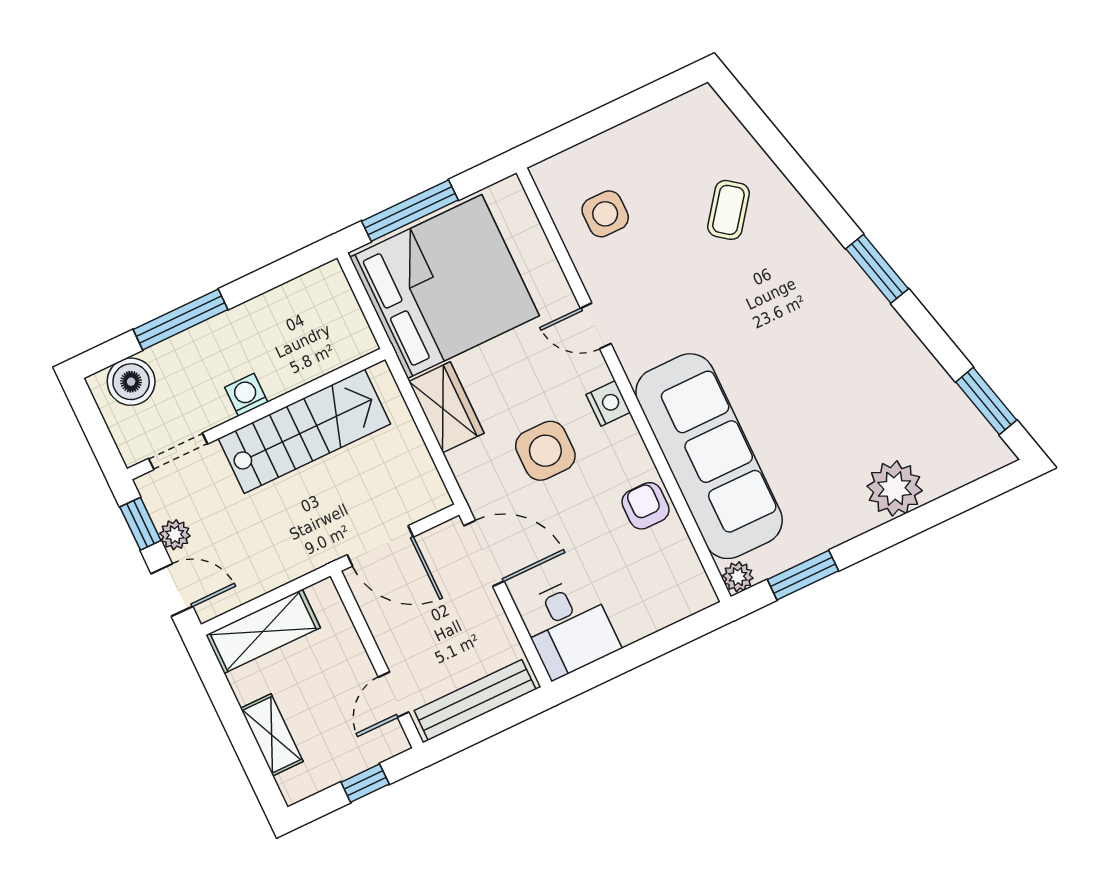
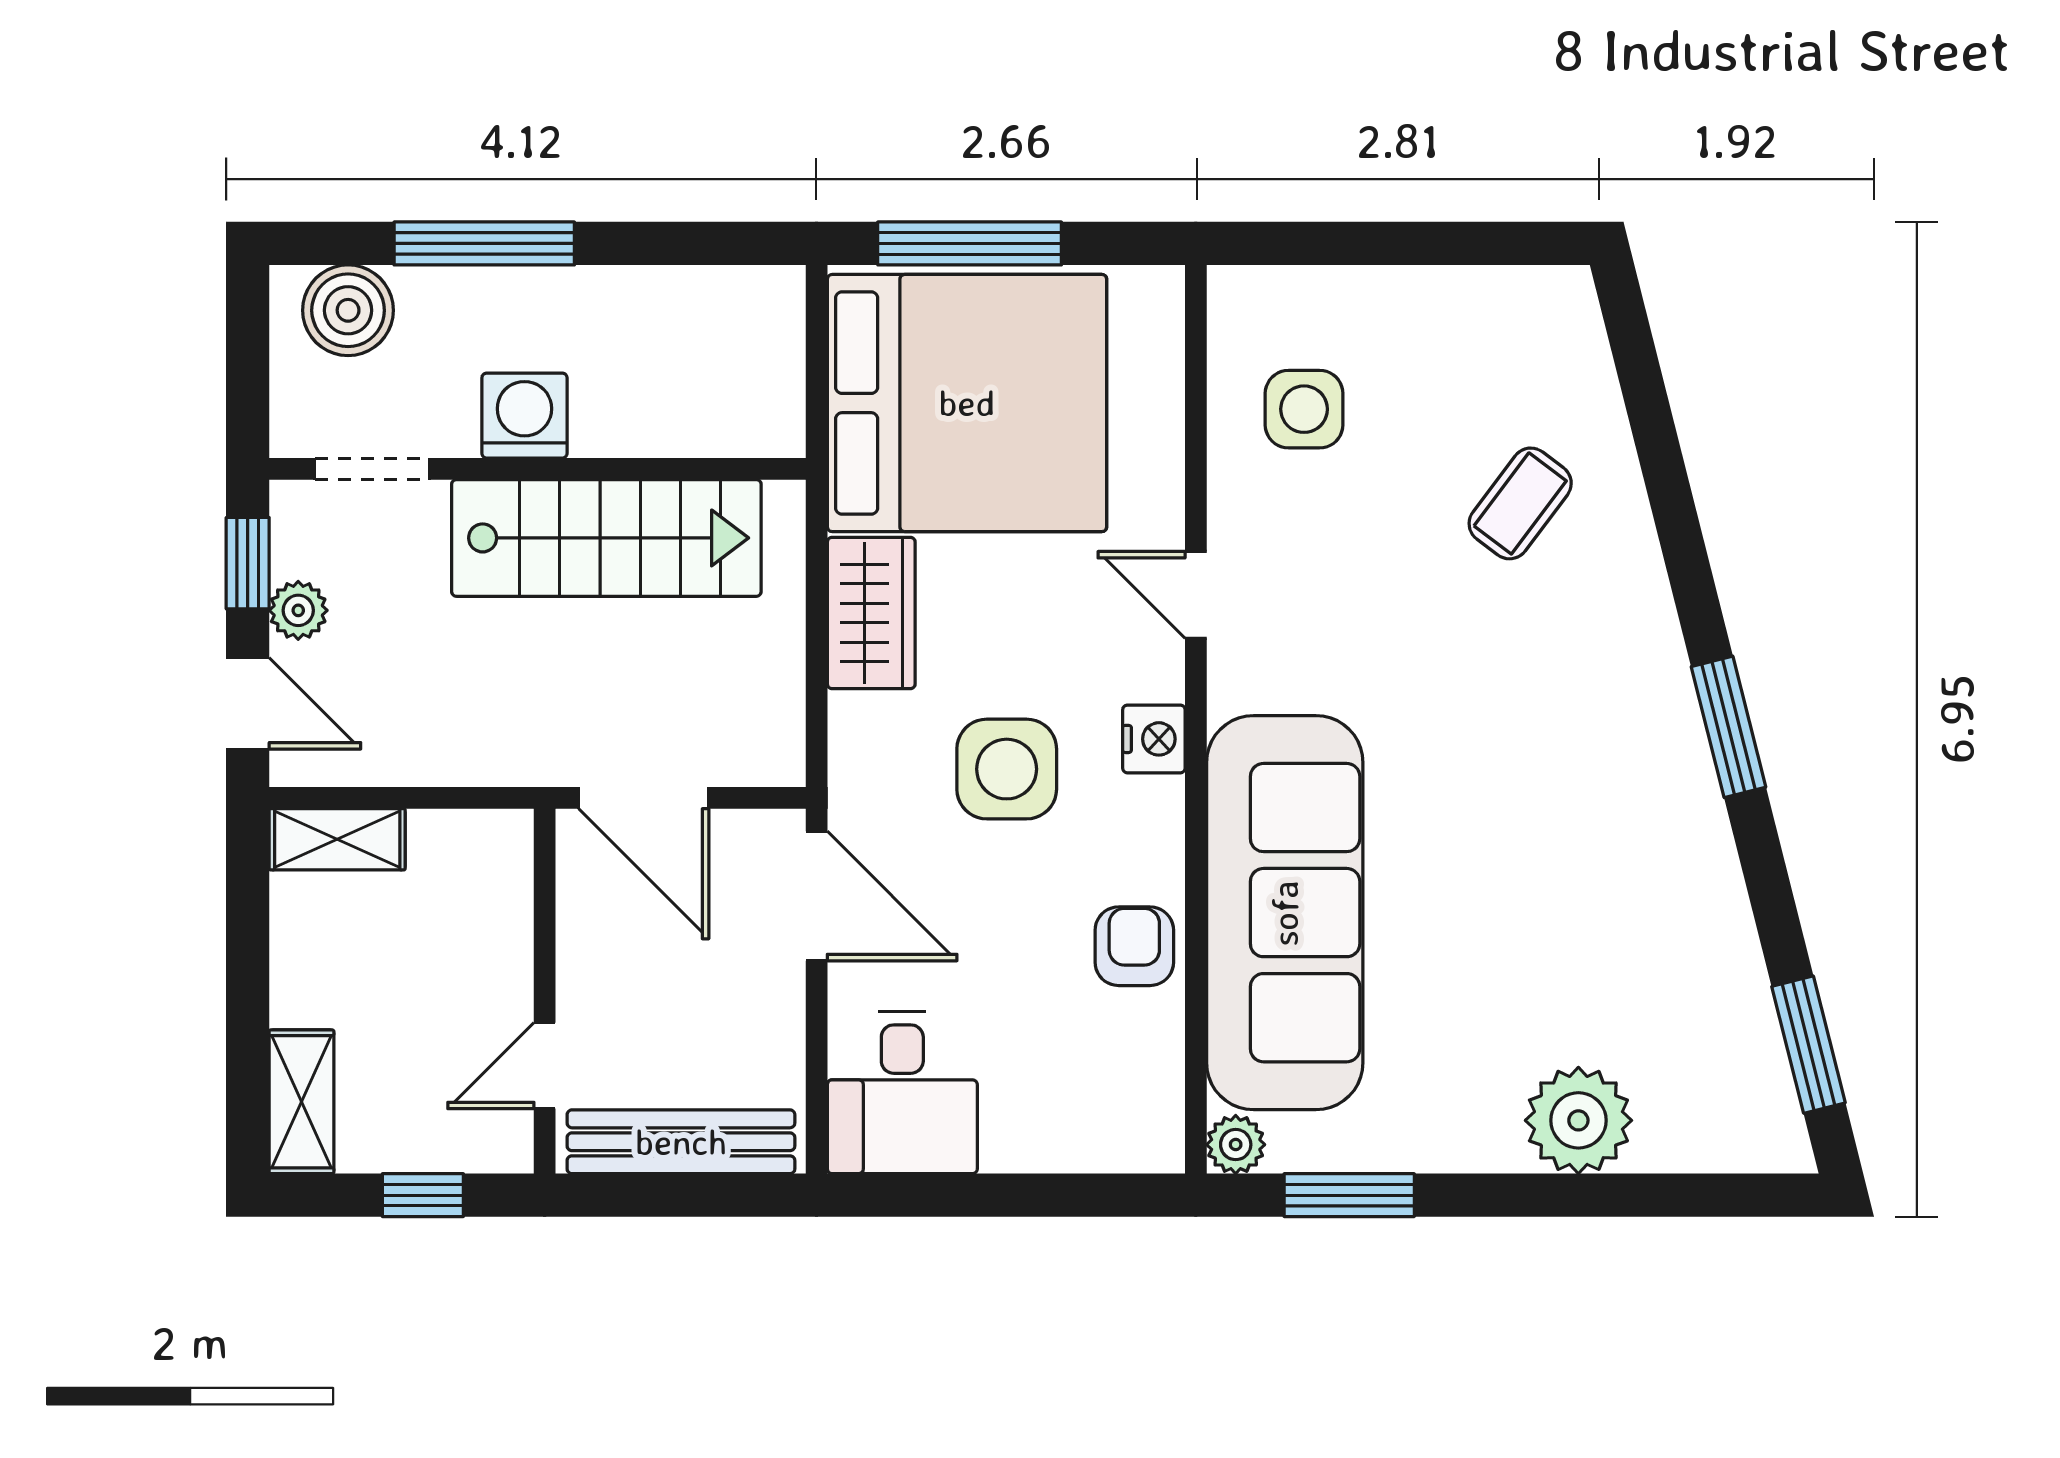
washing machine: (246, 395) -> (524, 416), width x1.38, depth x1.38
shelving: (263, 631) -> (337, 839), width x0.67, depth x0.75
shelving: (272, 735) -> (302, 1102), moved

